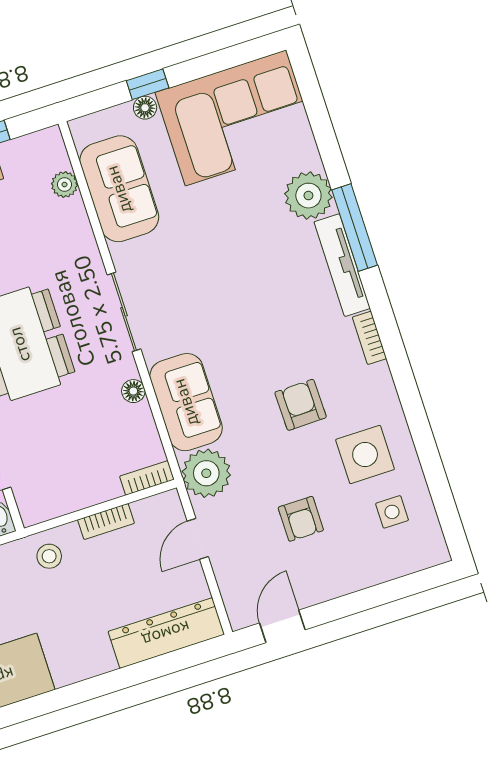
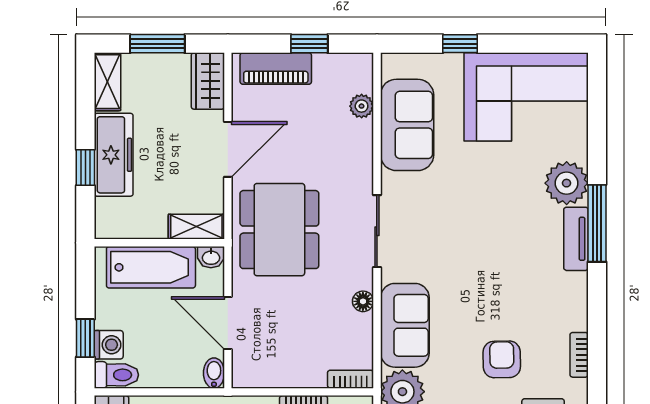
floor lamp: (145, 108) -> (451, 63), removed
tv unit: (342, 265) -> (576, 239), width x0.71
bookcase: (369, 338) -> (579, 355), moved

